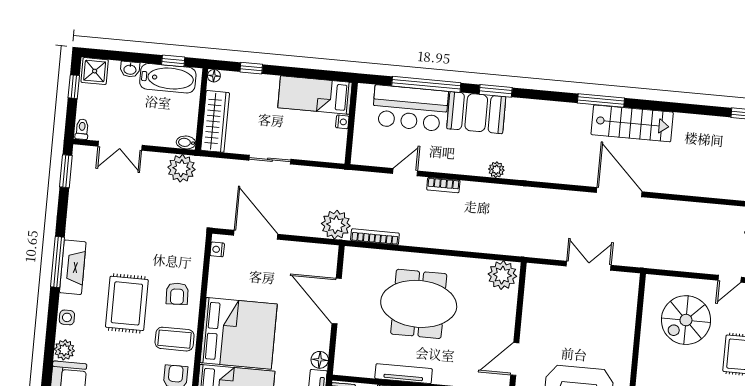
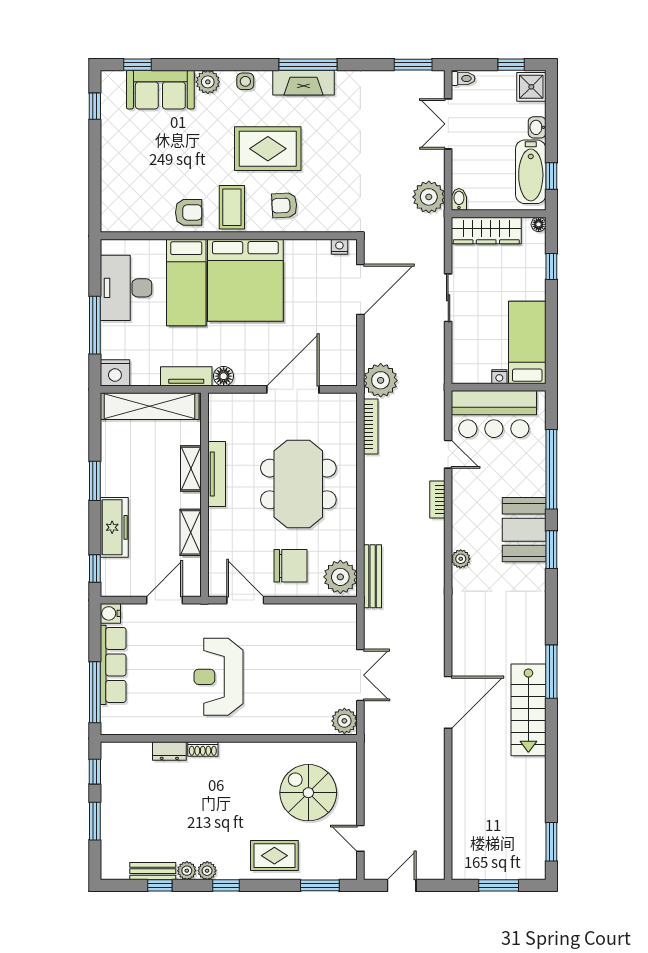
bar counter: (410, 108) -> (494, 414), moved, turned -90
bench: (504, 247) -> (373, 576), added
plant: (627, 283) -> (344, 721), added
chair: (489, 317) -> (291, 566), added

